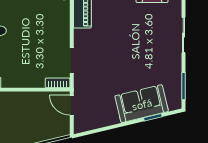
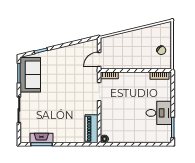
sofa: (142, 104) -> (30, 75), moved, turned -77
door: (72, 105) -> (99, 59), swing flipped

